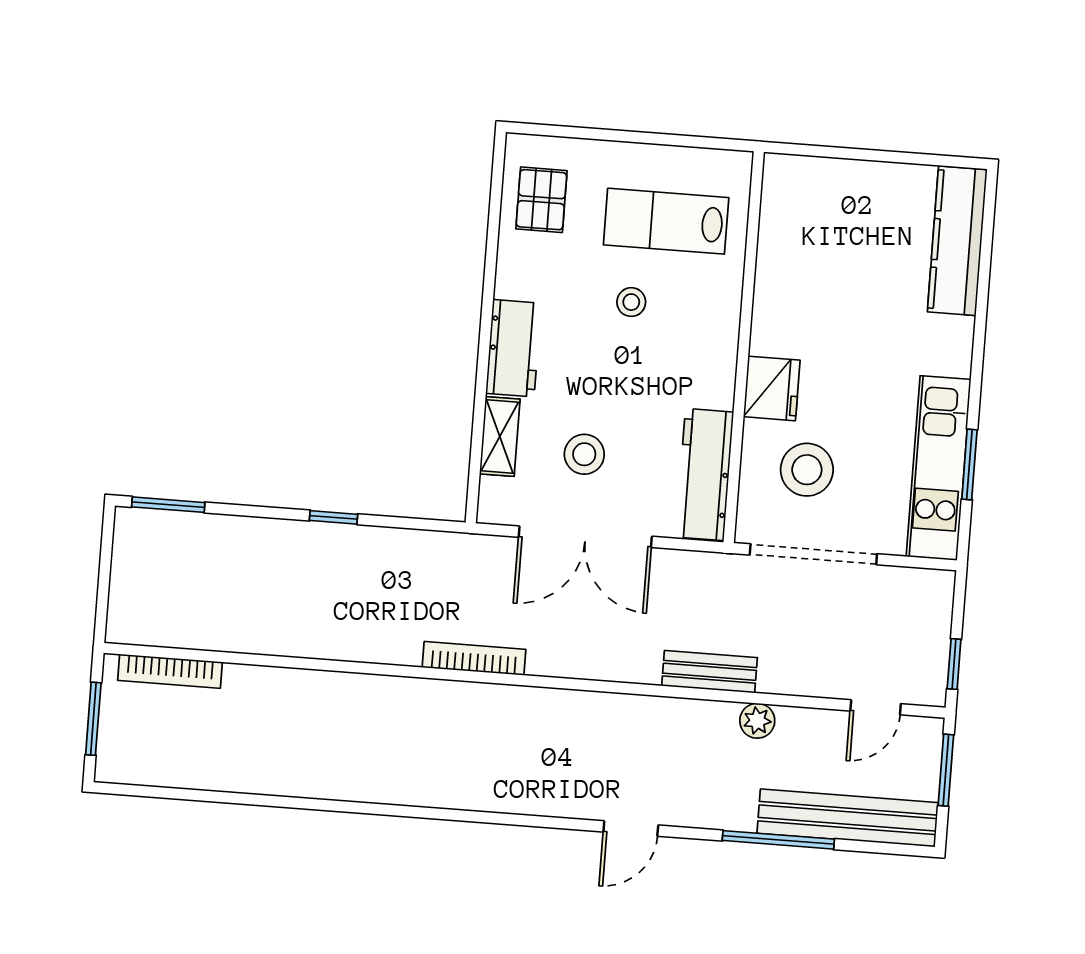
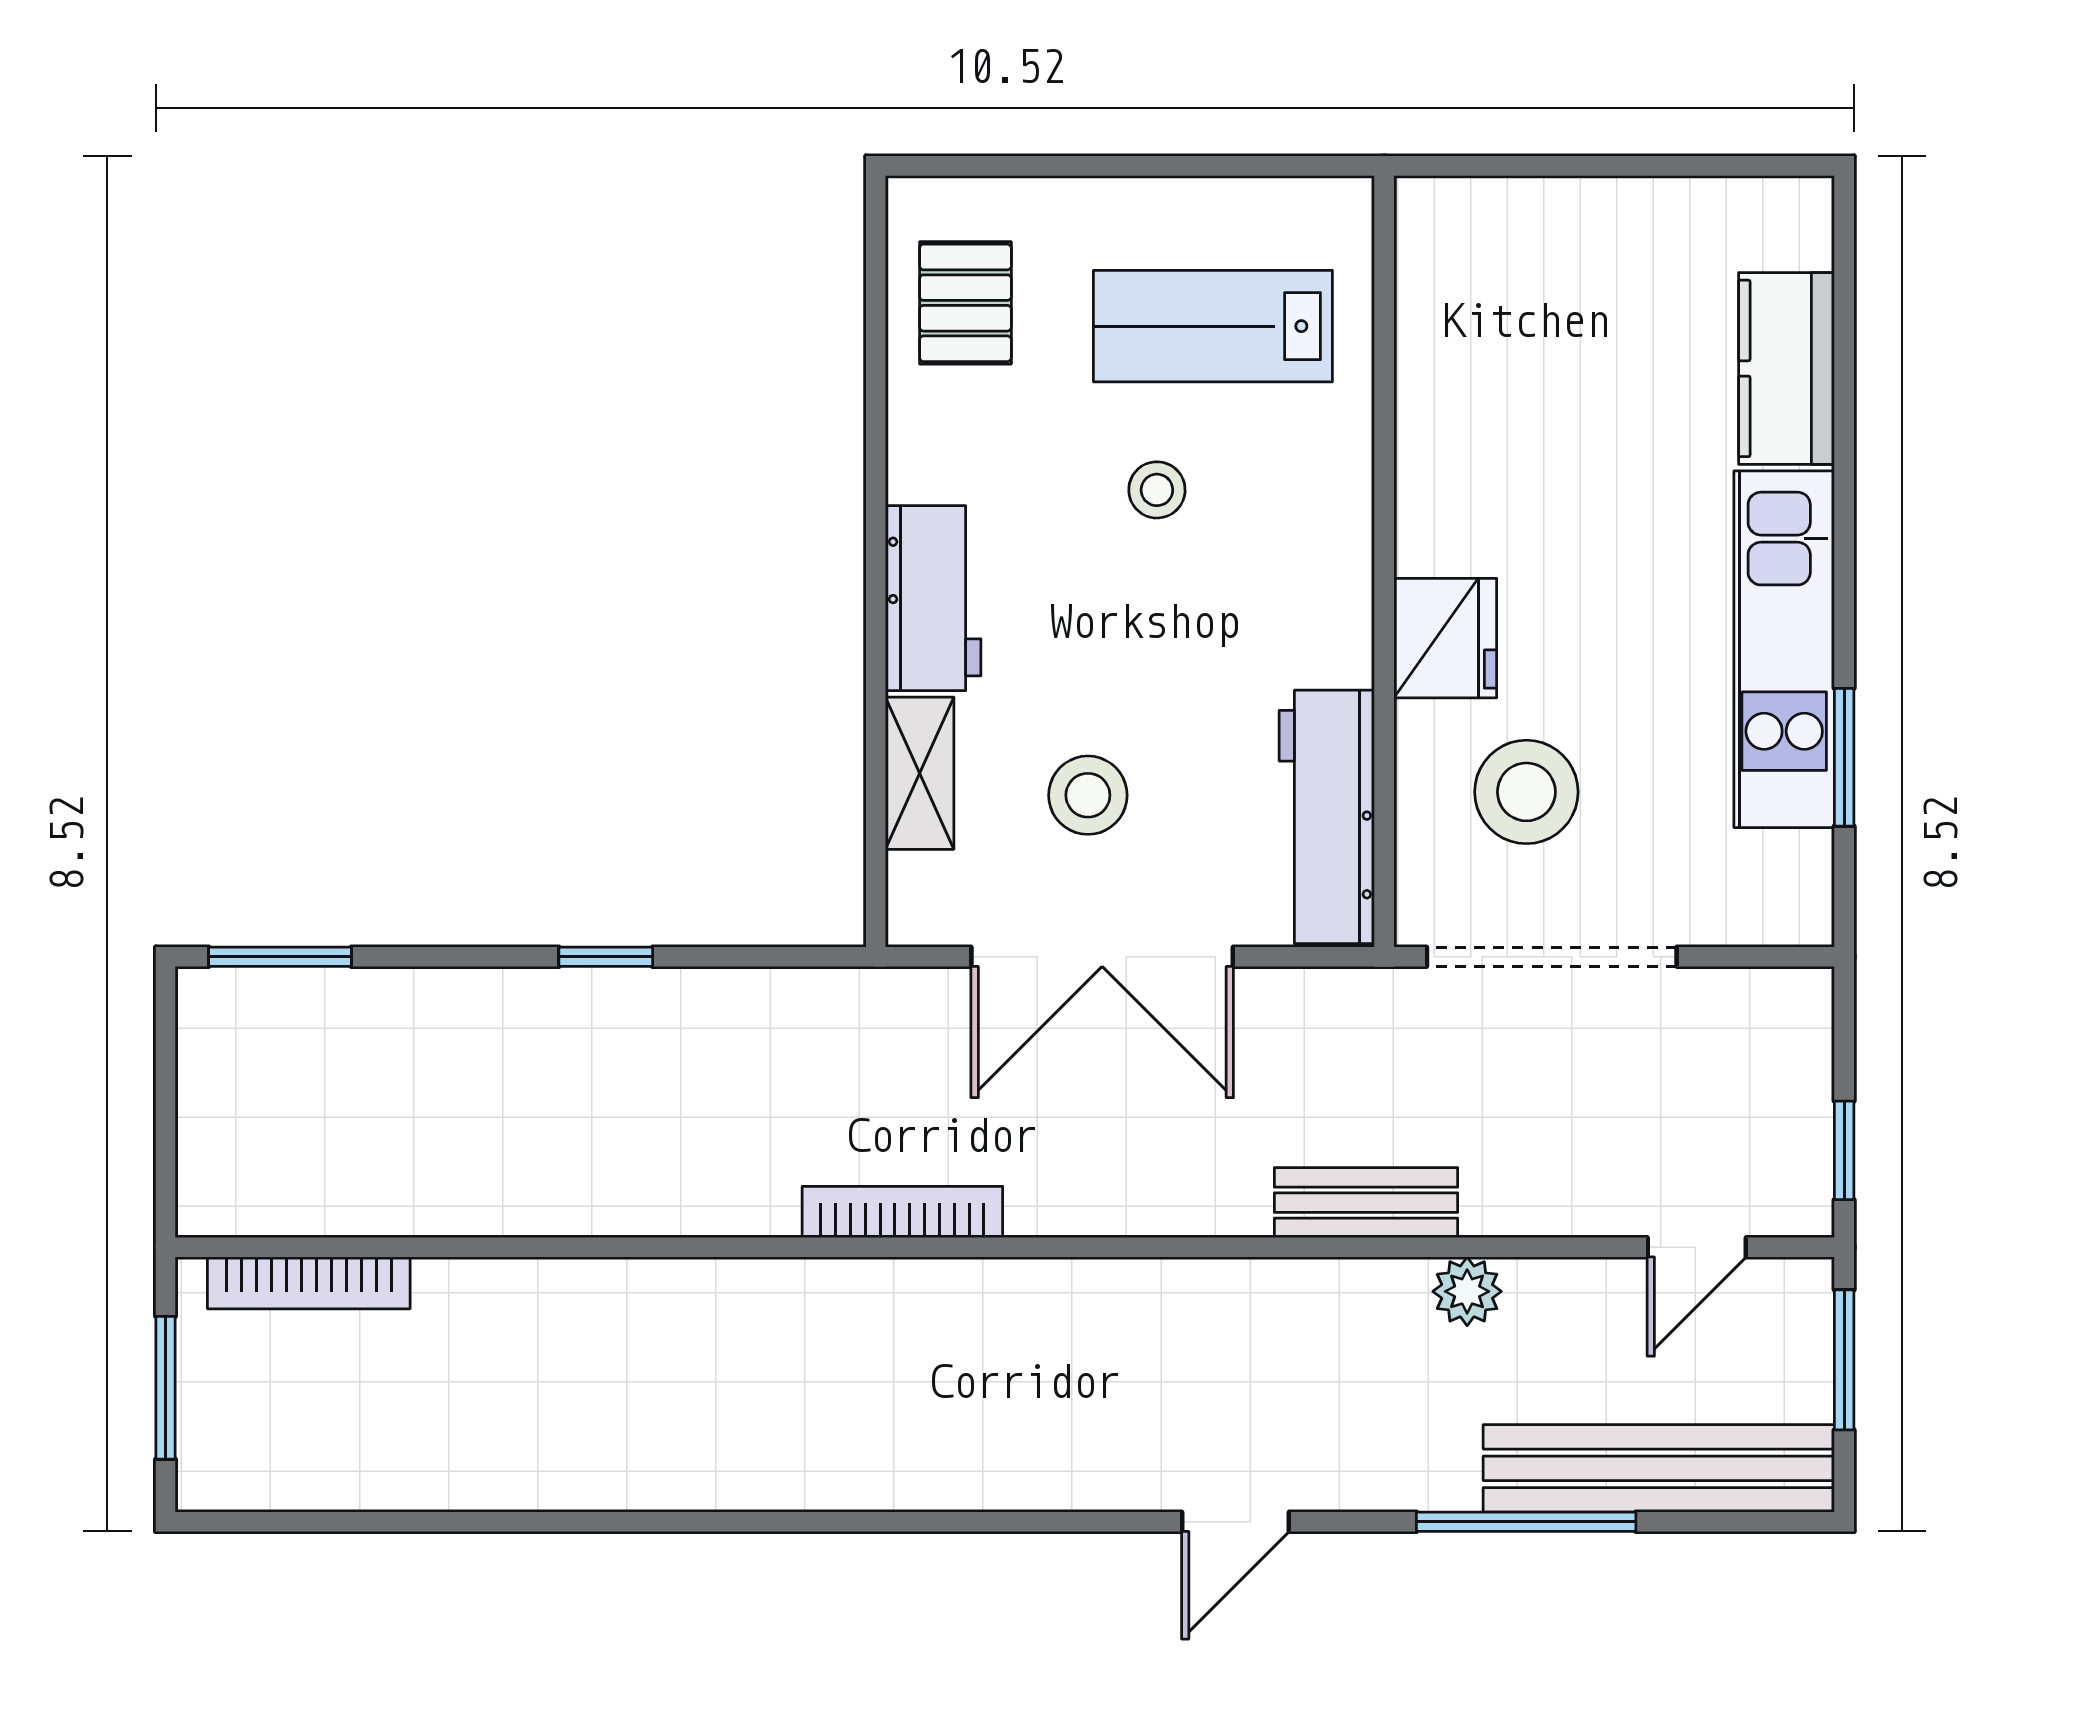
kitchen counter: (957, 241) -> (1787, 368), width x0.67
kitchen unit: (939, 468) -> (1784, 649), moved

